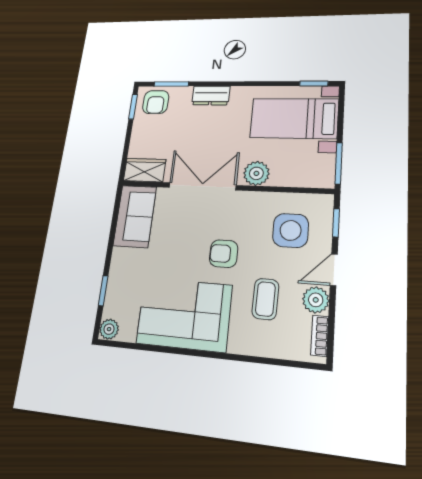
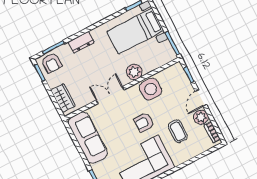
wardrobe: (145, 170) -> (63, 98), moved, turned 90
double door: (202, 186) -> (110, 95), width x0.73
sofa: (135, 216) -> (88, 138), width x1.36
side table: (291, 230) -> (151, 89), moved

